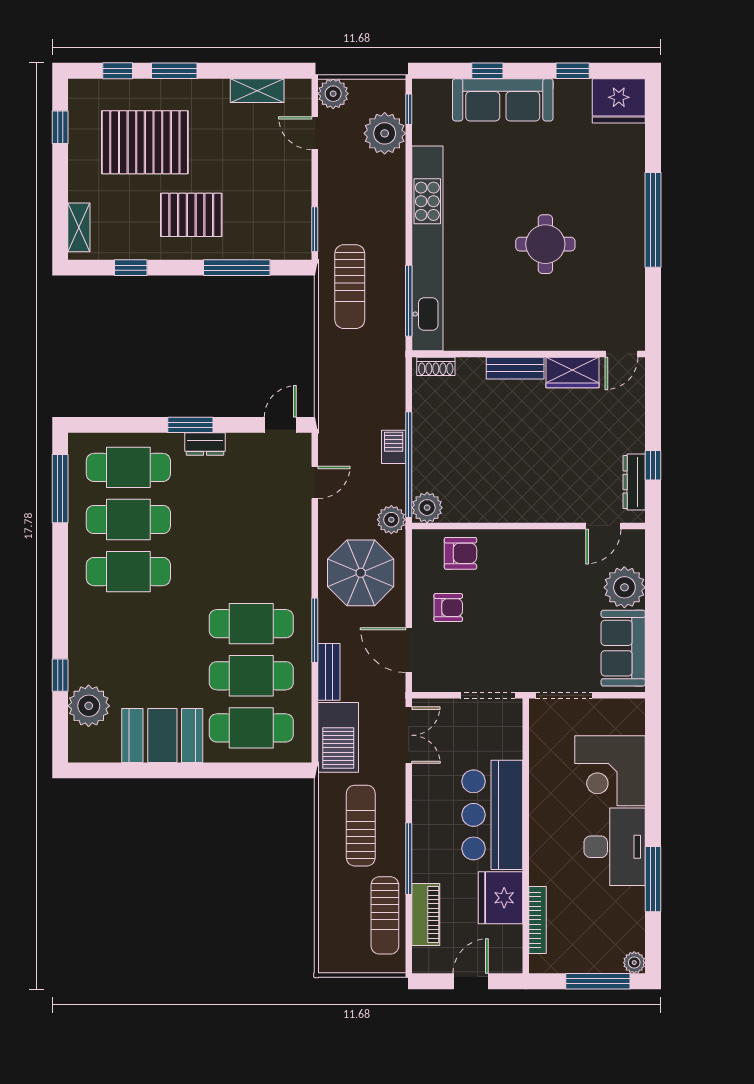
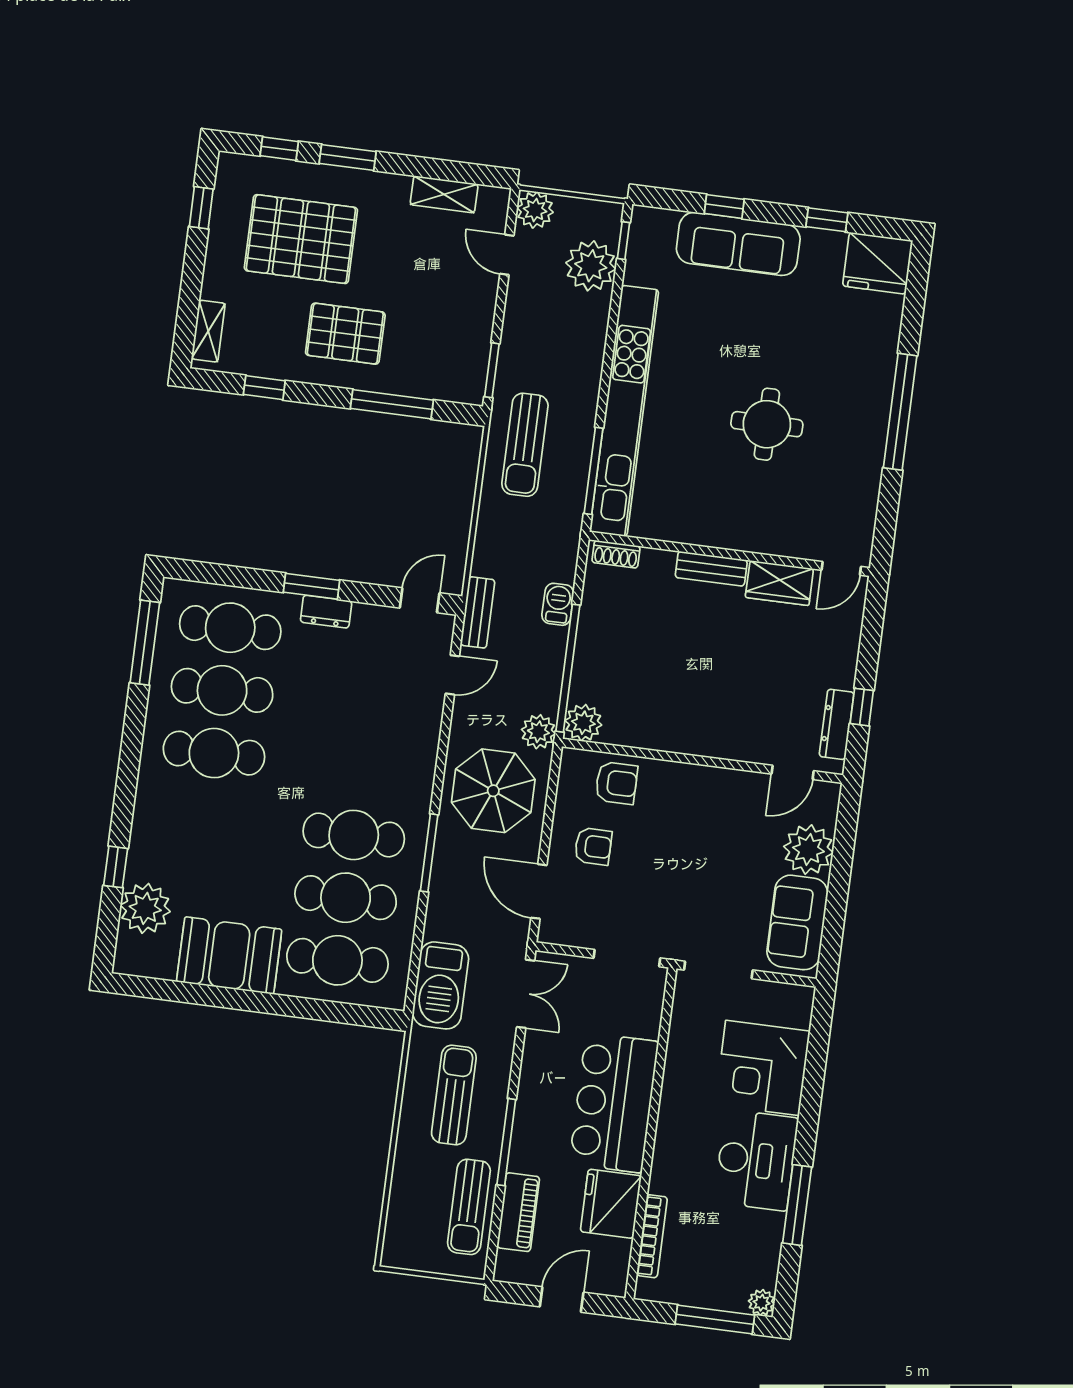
barbecue: (394, 447) -> (558, 604), moved
bench: (329, 672) -> (478, 612), moved

